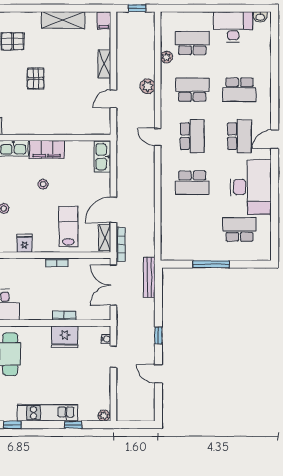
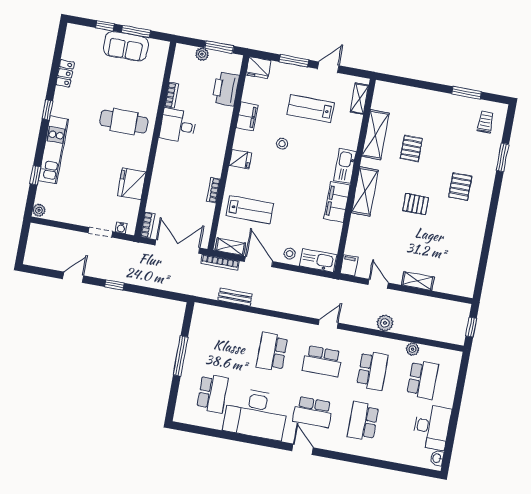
shelving: (63, 20) -> (365, 191), moved
filing cabinet: (104, 21) -> (349, 265), moved, turned 90
stool: (43, 184) -> (290, 254), moved
bench: (149, 277) -> (235, 297), moved, width x0.73
bookcase: (64, 316) -> (148, 225), moved

